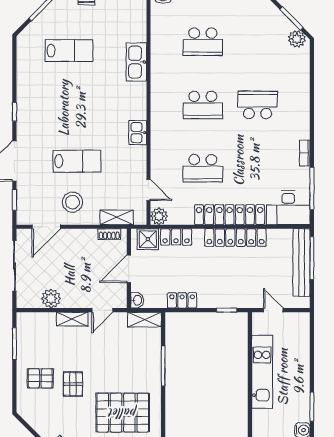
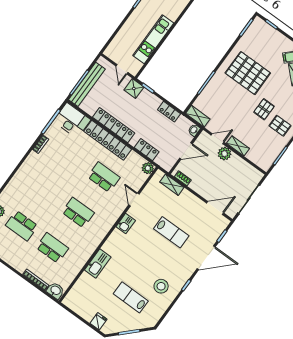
school desk: (258, 105) -> (22, 226), moved
lab bench: (77, 161) -> (171, 232), turned 180
door: (148, 190) -> (134, 200), moved
stool: (72, 202) -> (161, 286), moved
shower: (148, 239) -> (134, 89), moved
plant: (51, 299) -> (224, 154), moved

